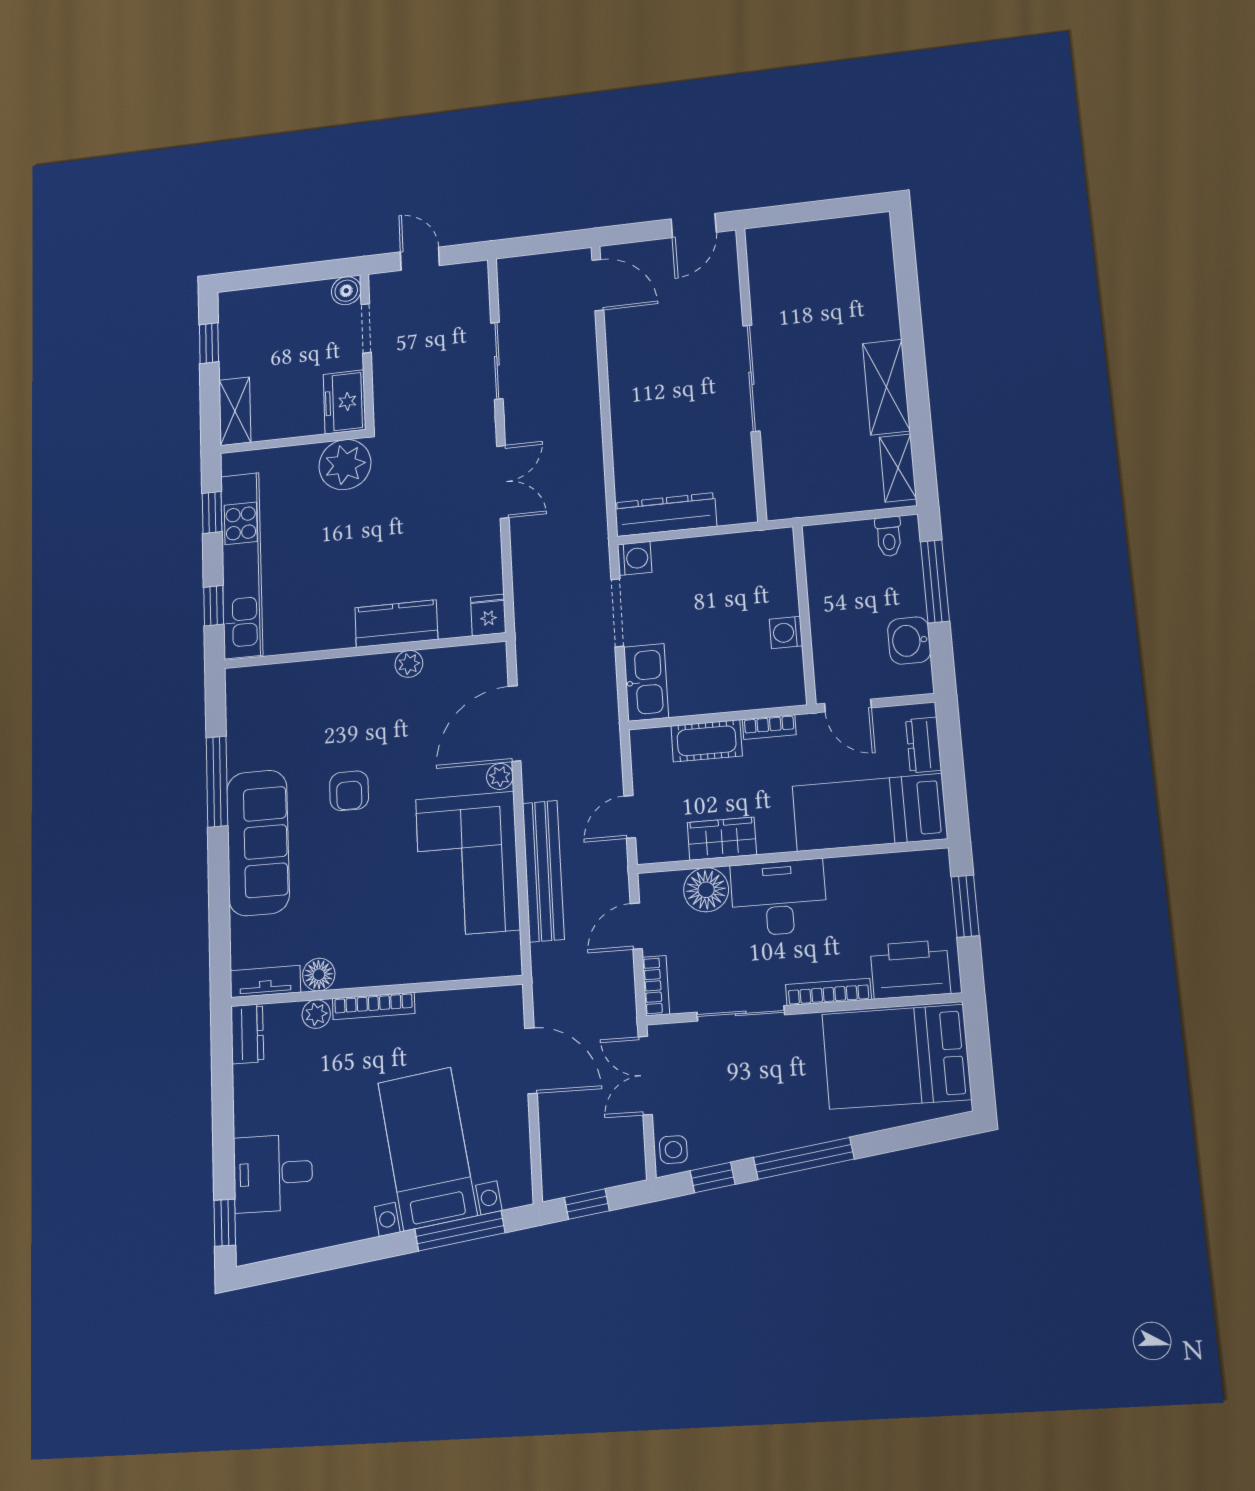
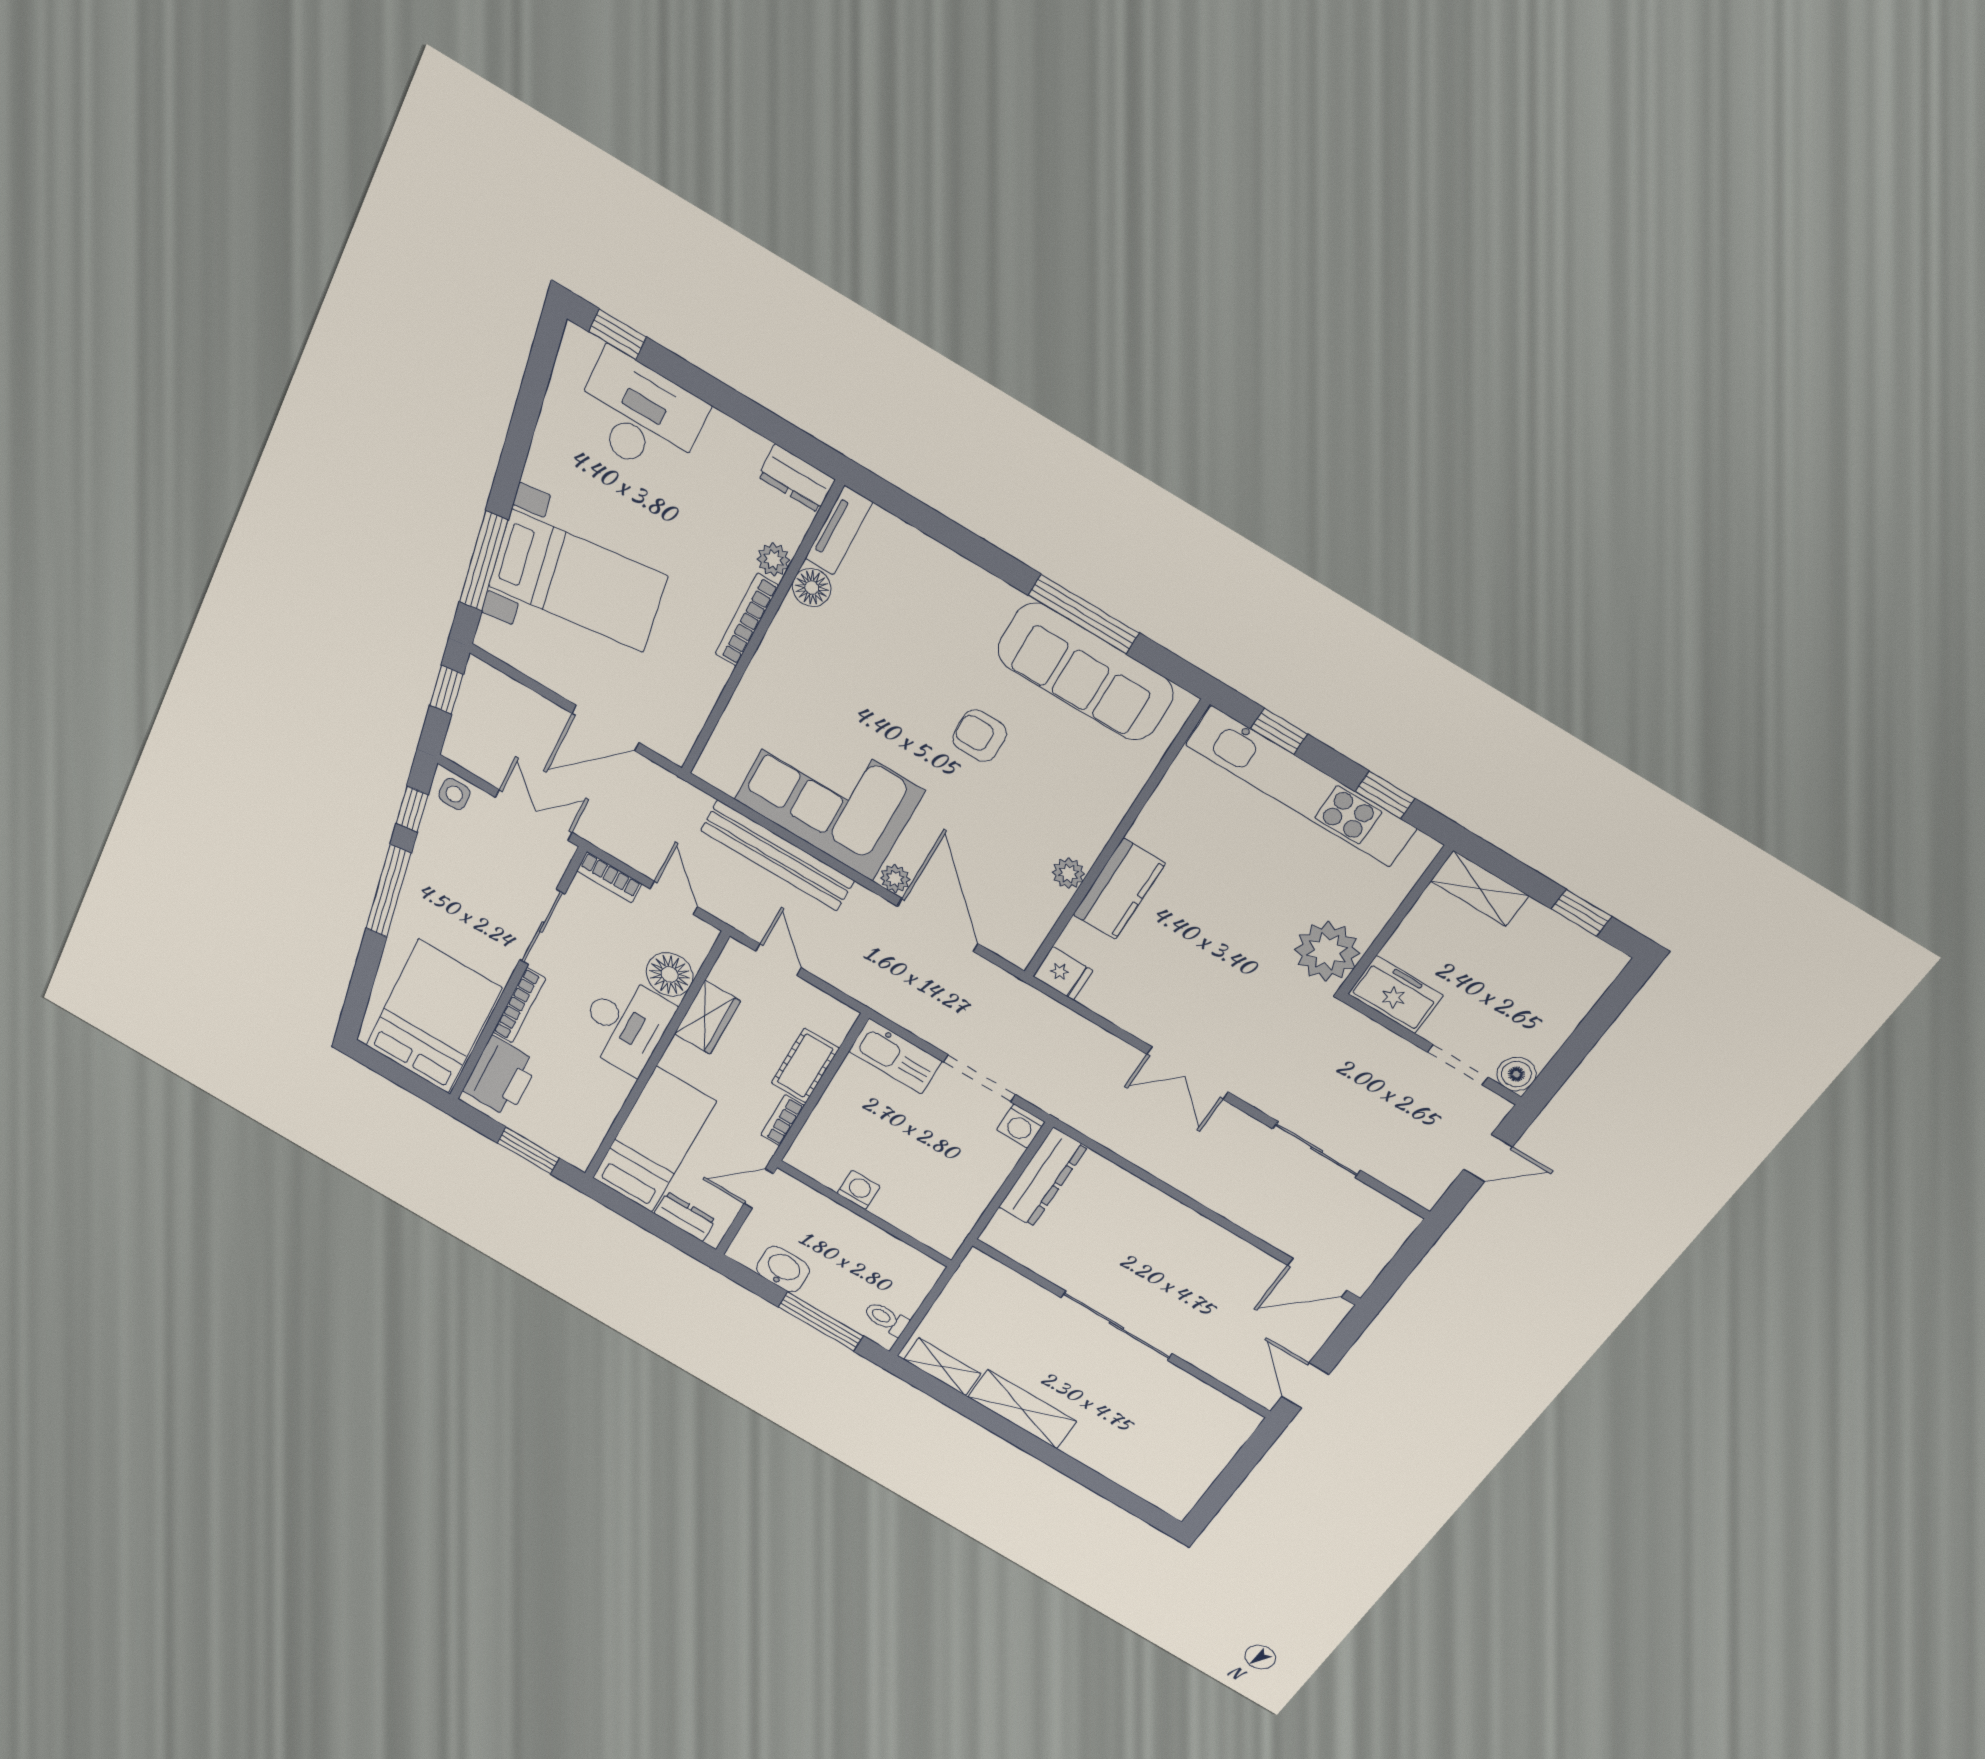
sofa: (258, 843) -> (1085, 672), moved
desk: (273, 1173) -> (639, 416), width x1.37

